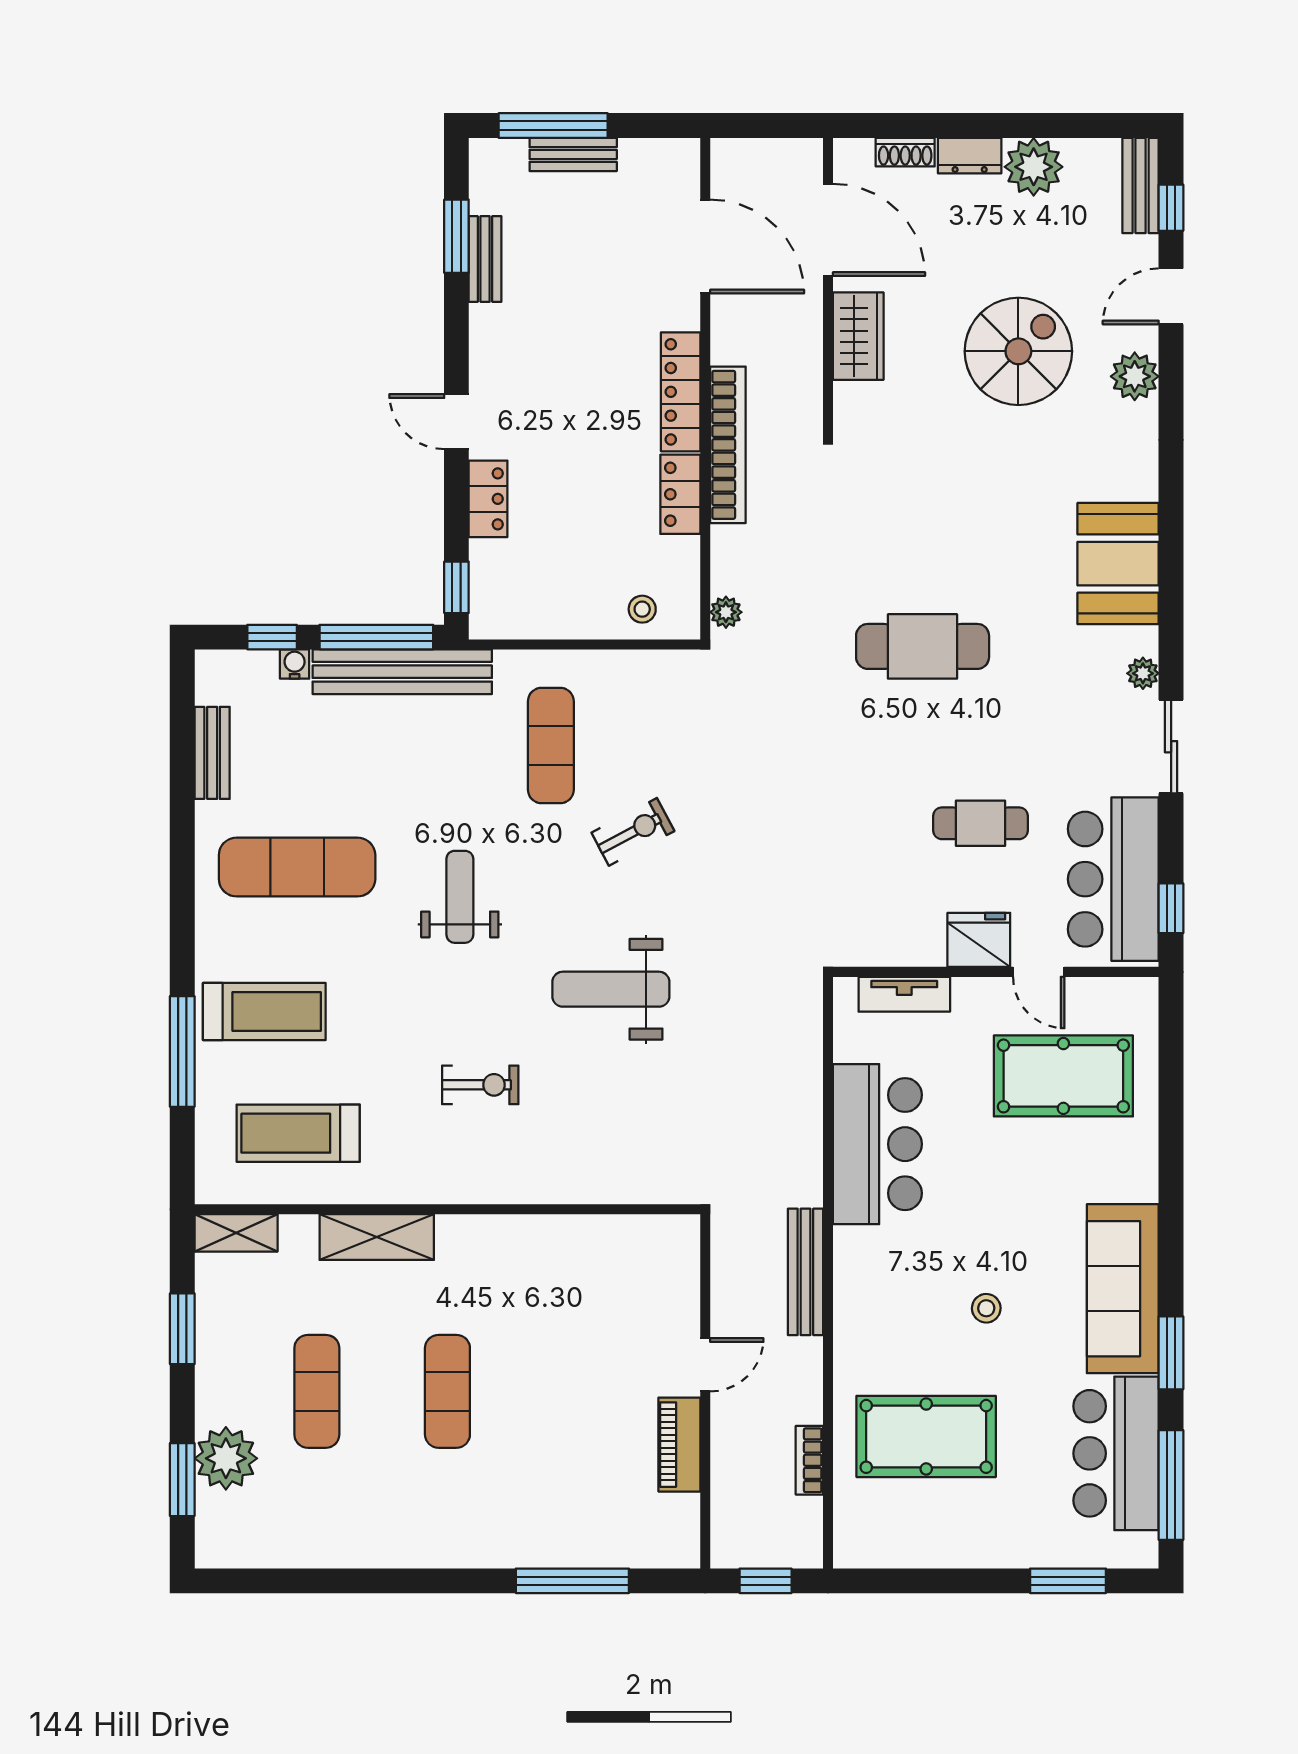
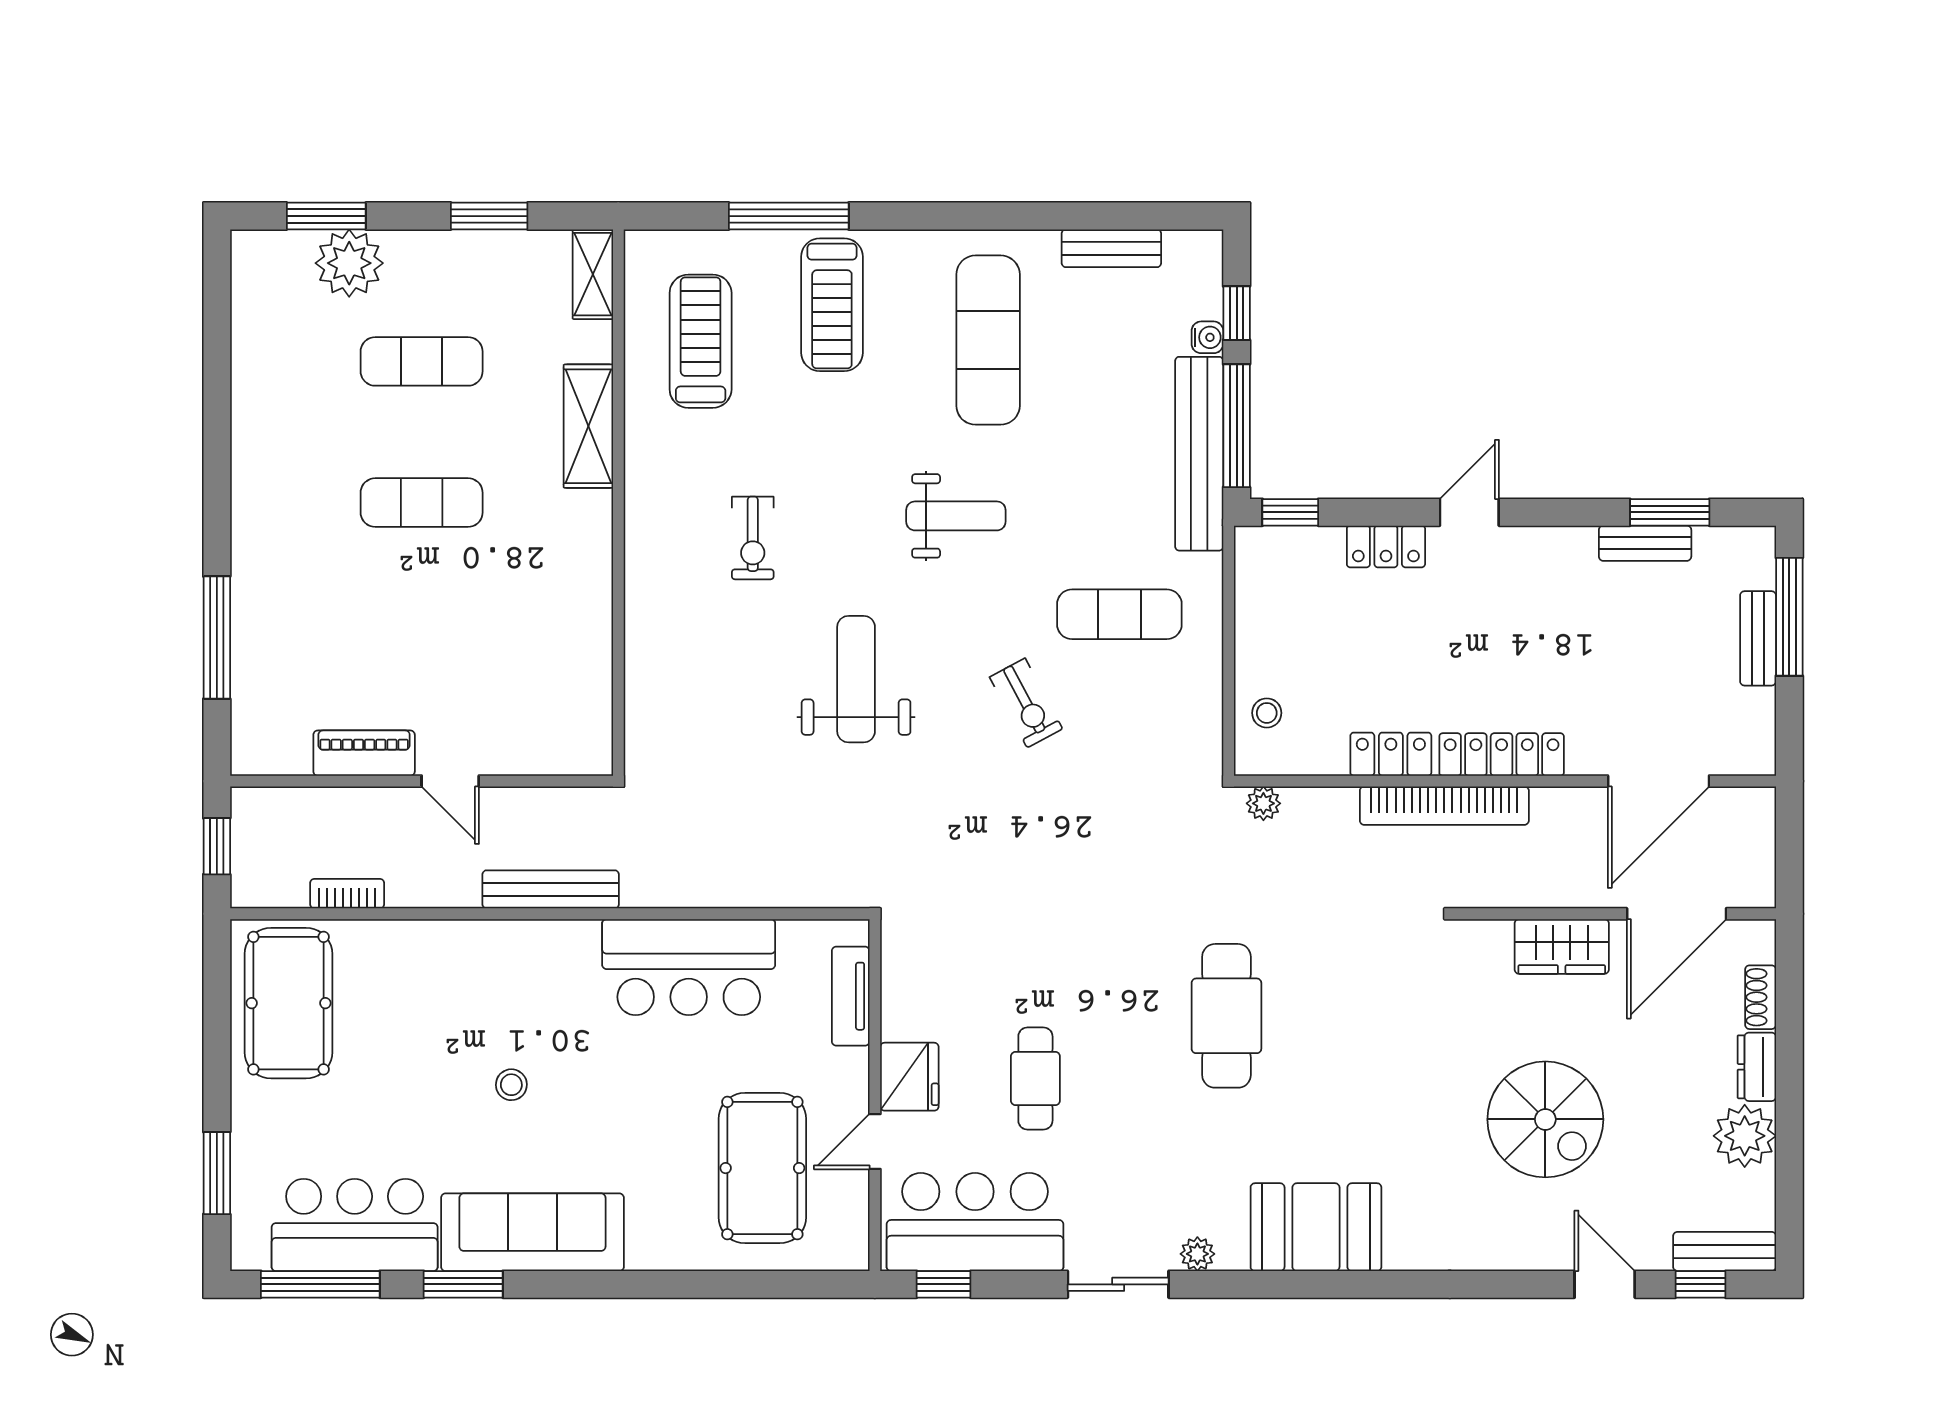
plant: (1135, 376) -> (1518, 1245), removed
pool table: (926, 1436) -> (288, 1003), moved

